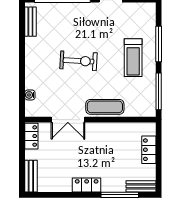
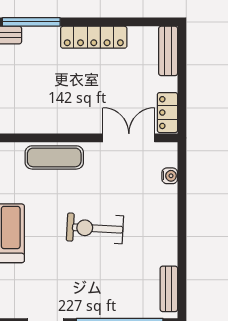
double door: (68, 120) -> (129, 138), moved
locker: (87, 185) -> (94, 37), width x1.53

